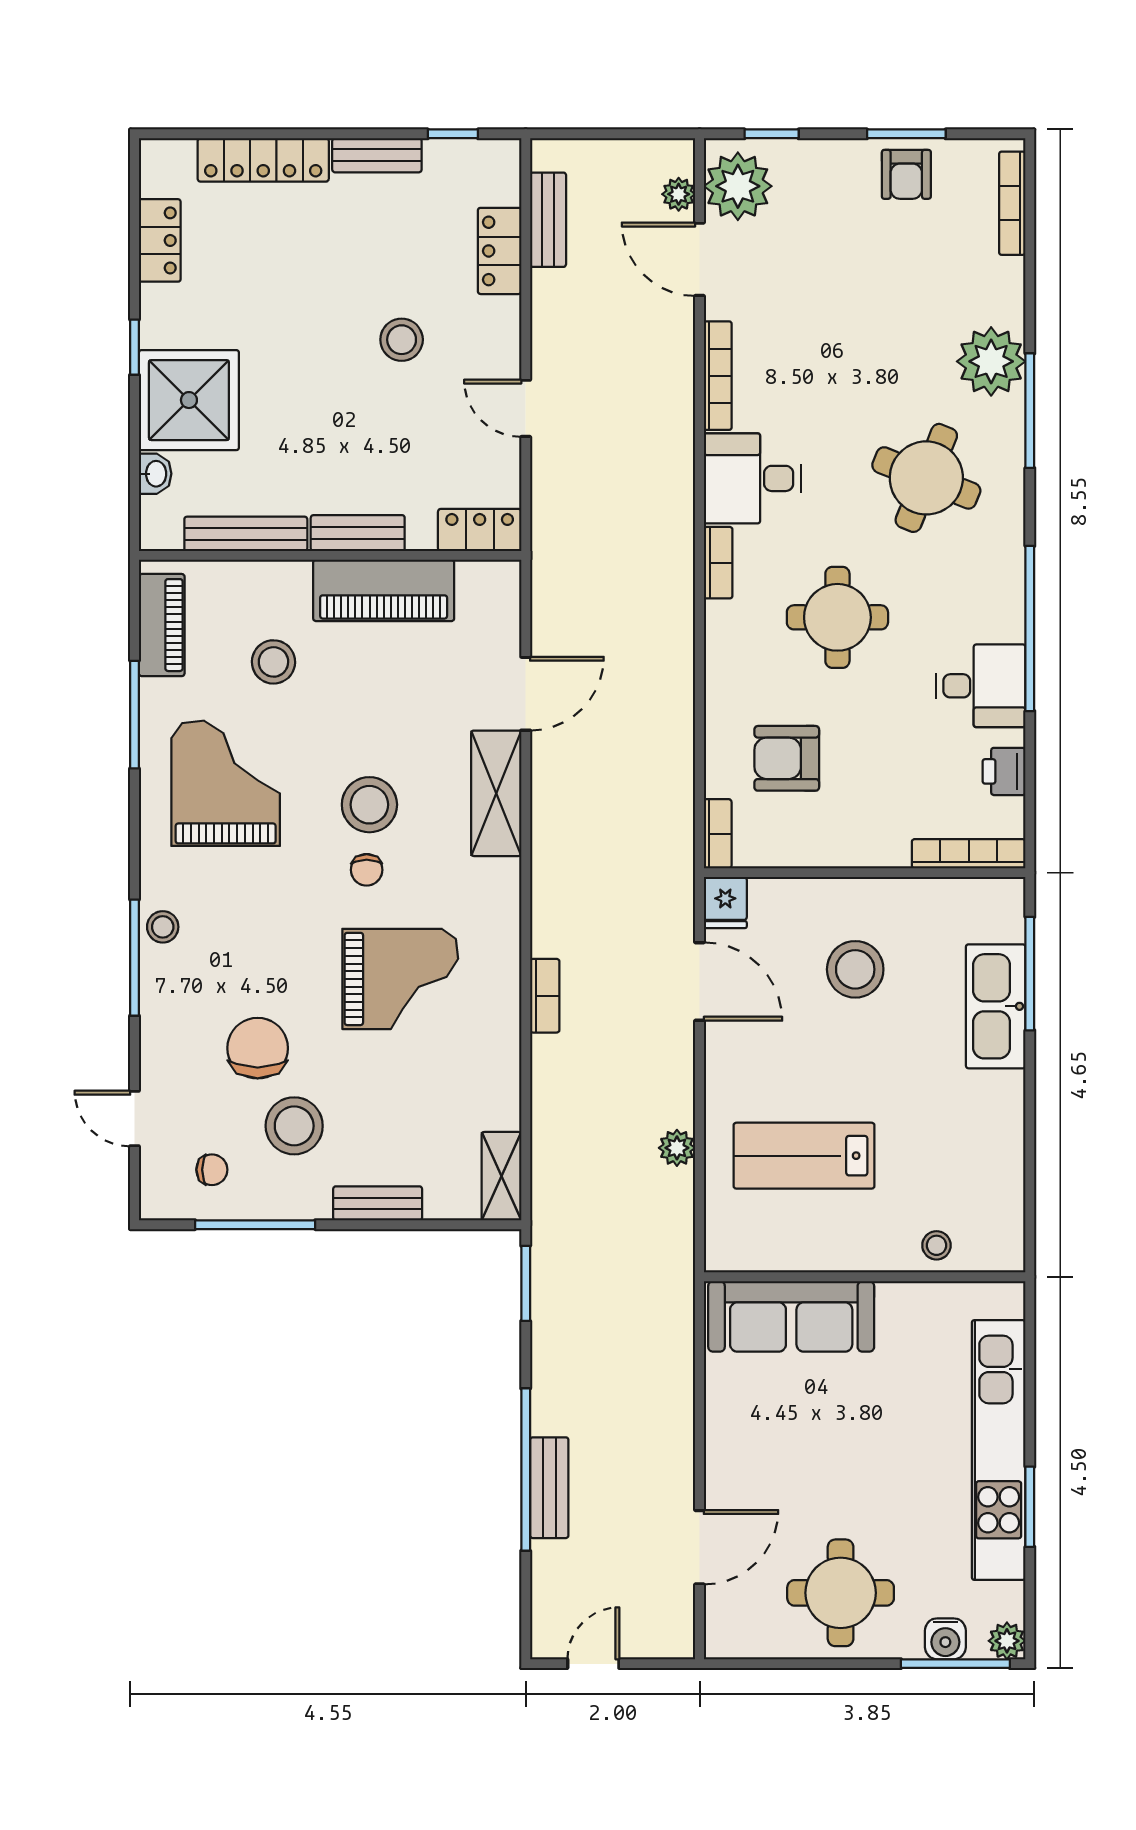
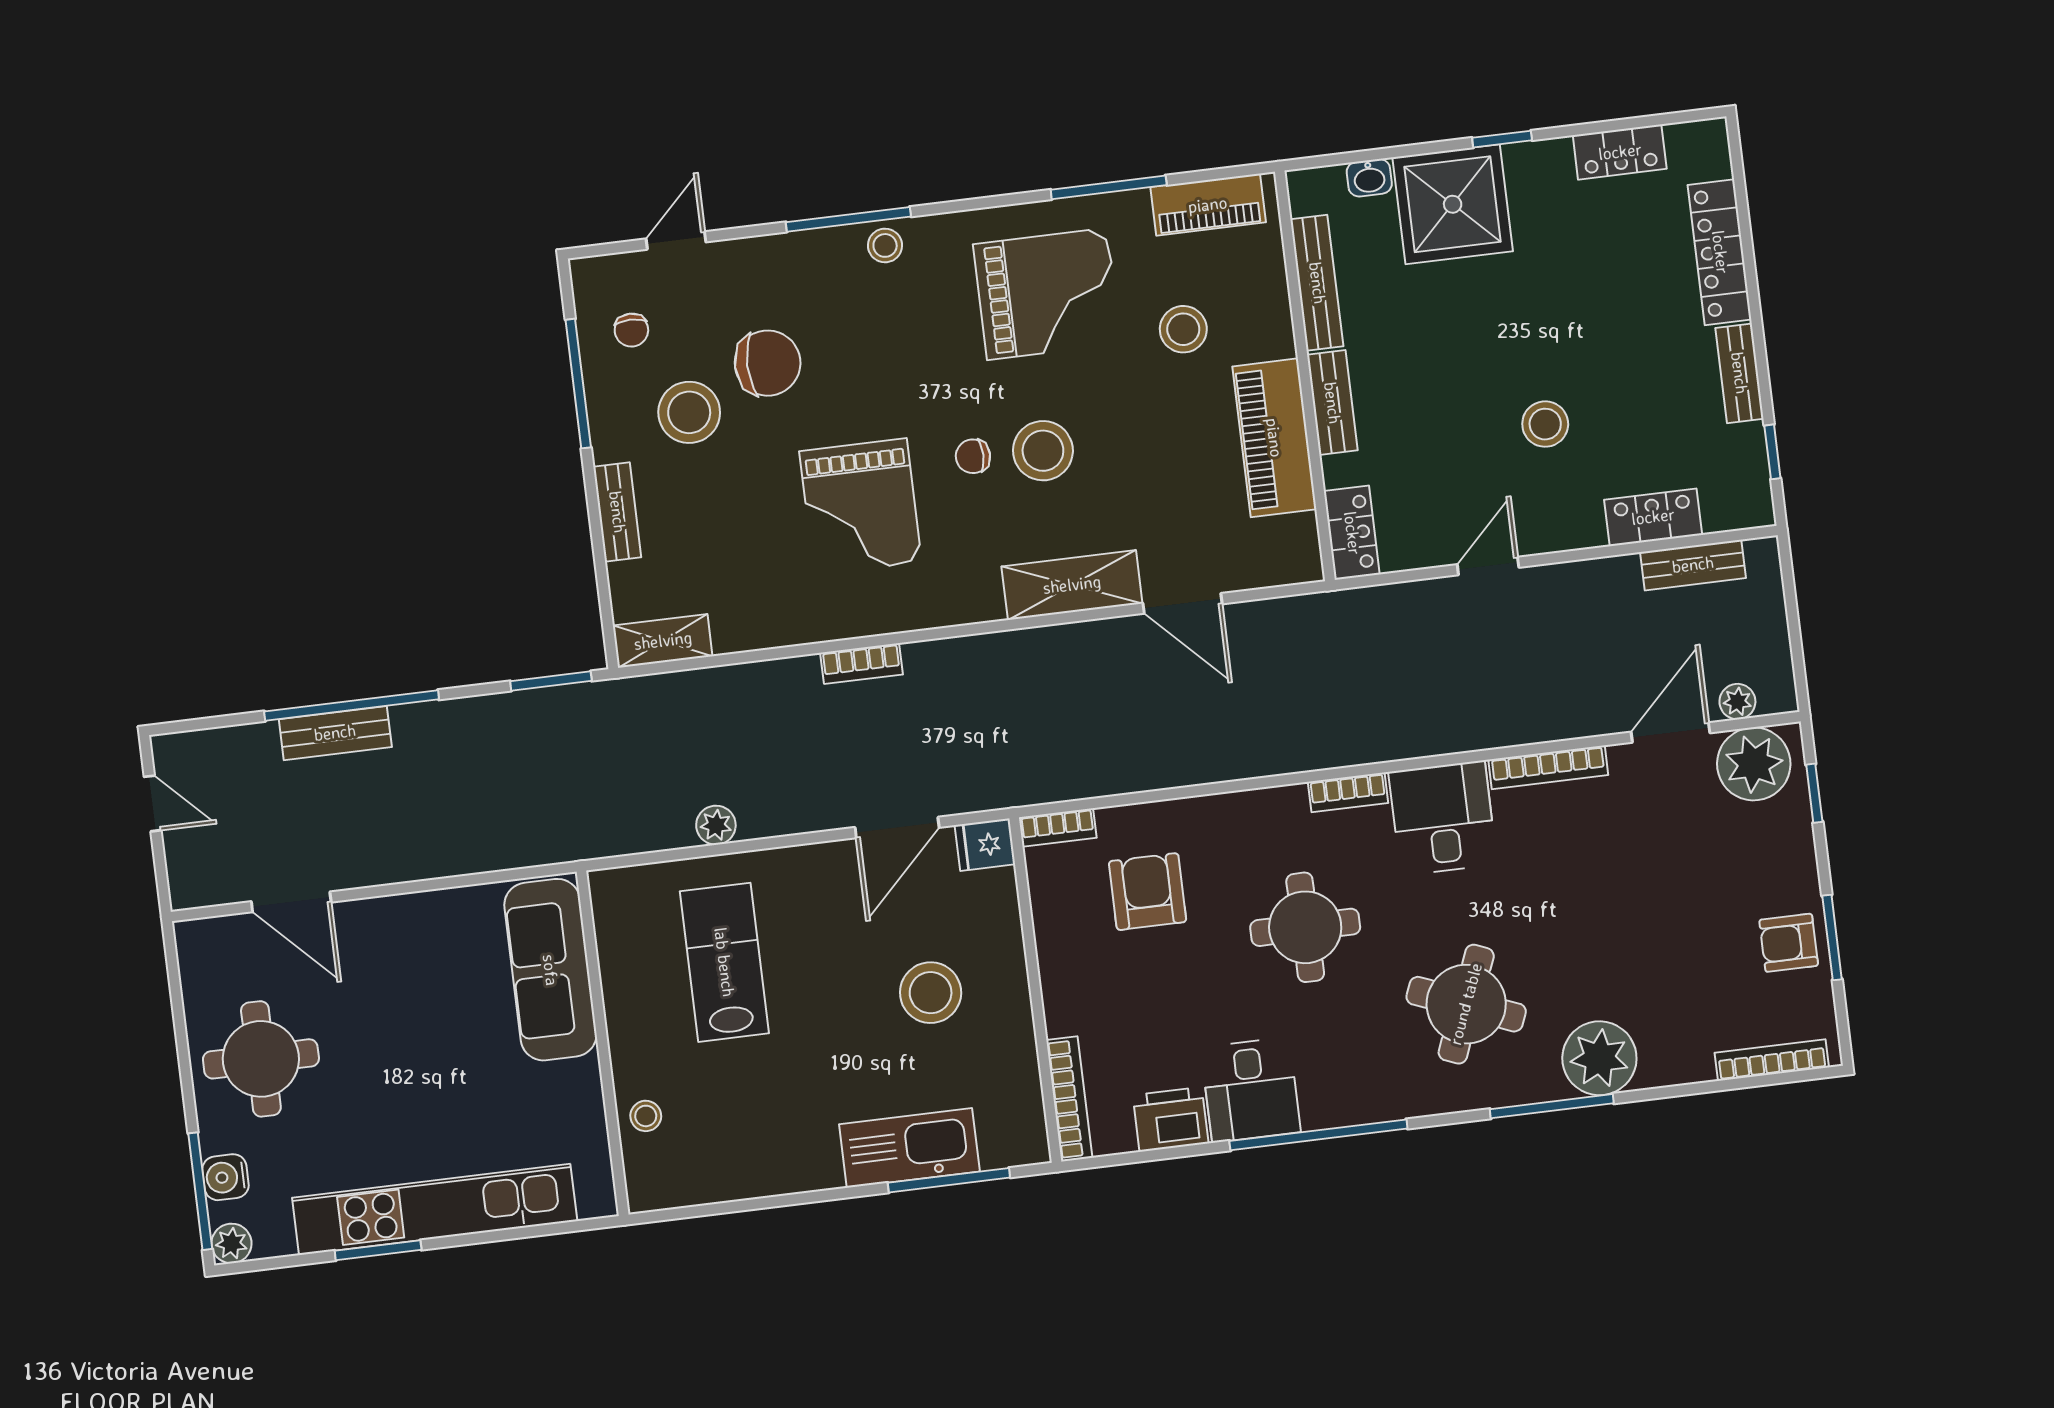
printer: (1004, 771) -> (1171, 1119), width x1.36, depth x1.24

